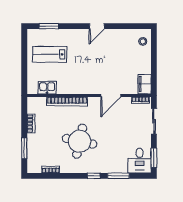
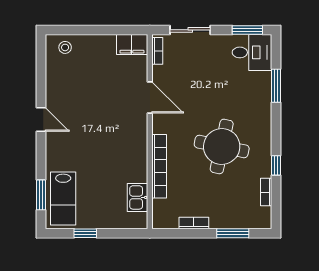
window: (24, 54) -> (85, 233), added
lab bench: (49, 54) -> (63, 198), moved
window: (94, 176) -> (276, 165), moved

